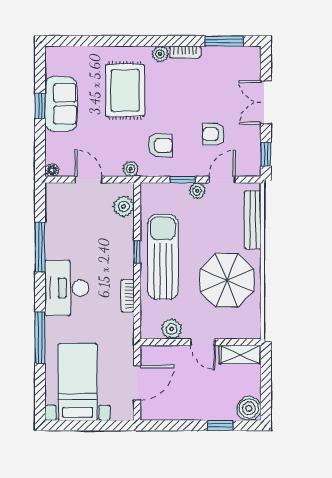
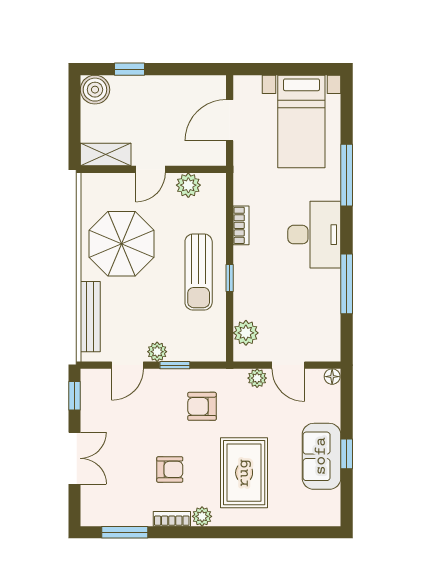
armchair: (214, 134) -> (170, 469), moved
plant: (131, 169) -> (257, 378), moved
sun lounger: (163, 257) -> (199, 272), width x0.73, depth x0.75
door: (203, 342) -> (151, 169), swing flipped

